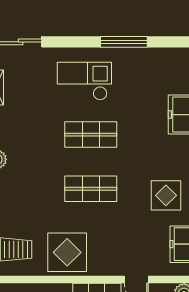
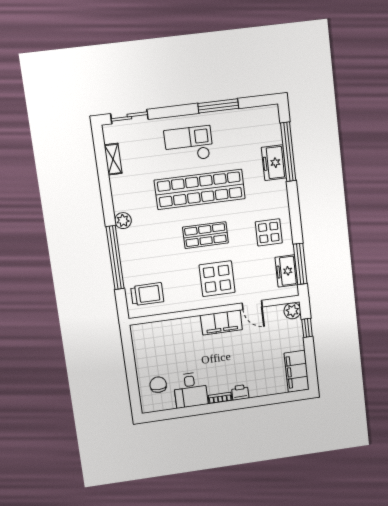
shop shelf: (91, 135) -> (200, 189), width x2.00, depth x1.36
display table: (67, 252) -> (217, 279), moved

